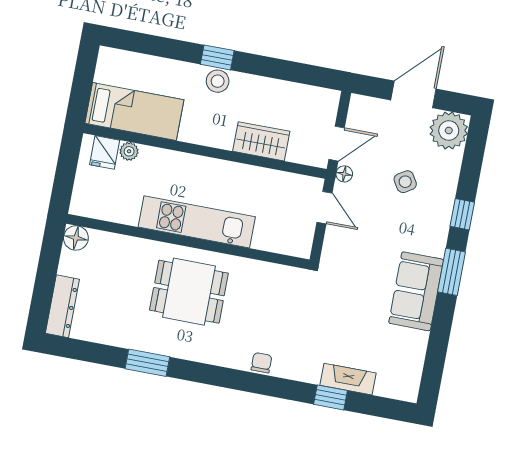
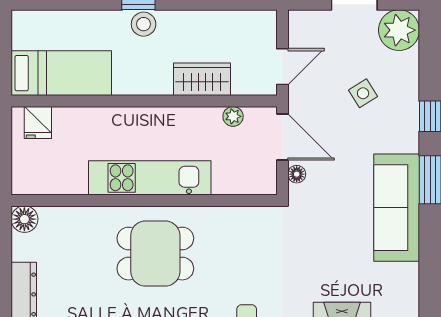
plant: (129, 151) -> (233, 116), moved
floor lamp: (344, 174) -> (297, 174), moved
door: (324, 208) -> (282, 137), width x1.38
sofa: (416, 291) -> (397, 208), width x1.36

